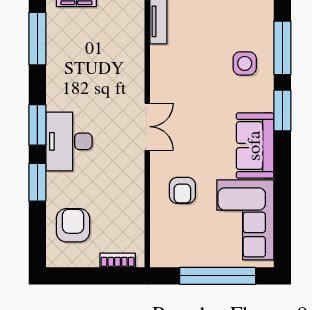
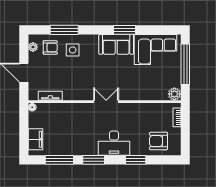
window: (282, 110) -> (125, 30), moved
window: (37, 125) -> (94, 160), moved
armchair: (182, 190) -> (50, 48), moved
plant: (162, 255) -> (174, 94), added

